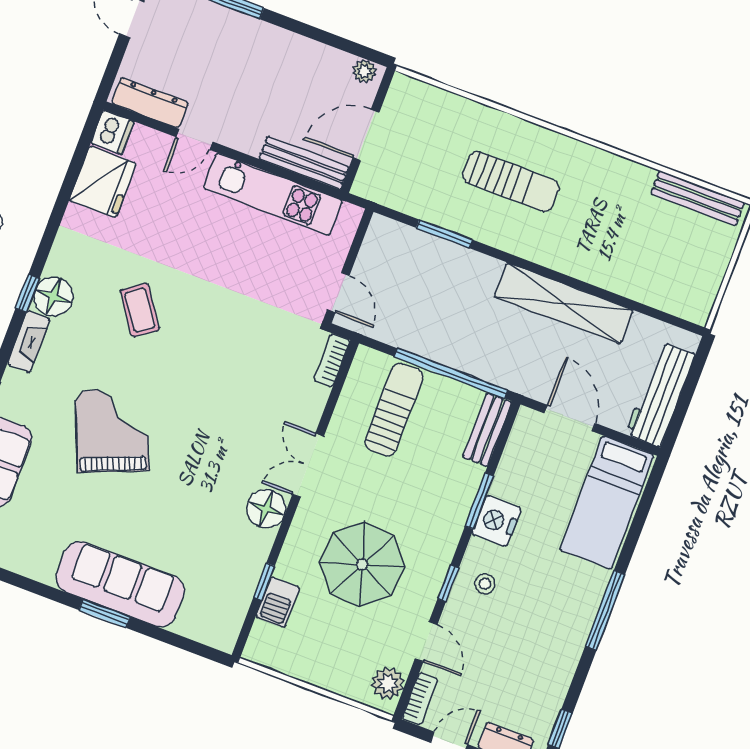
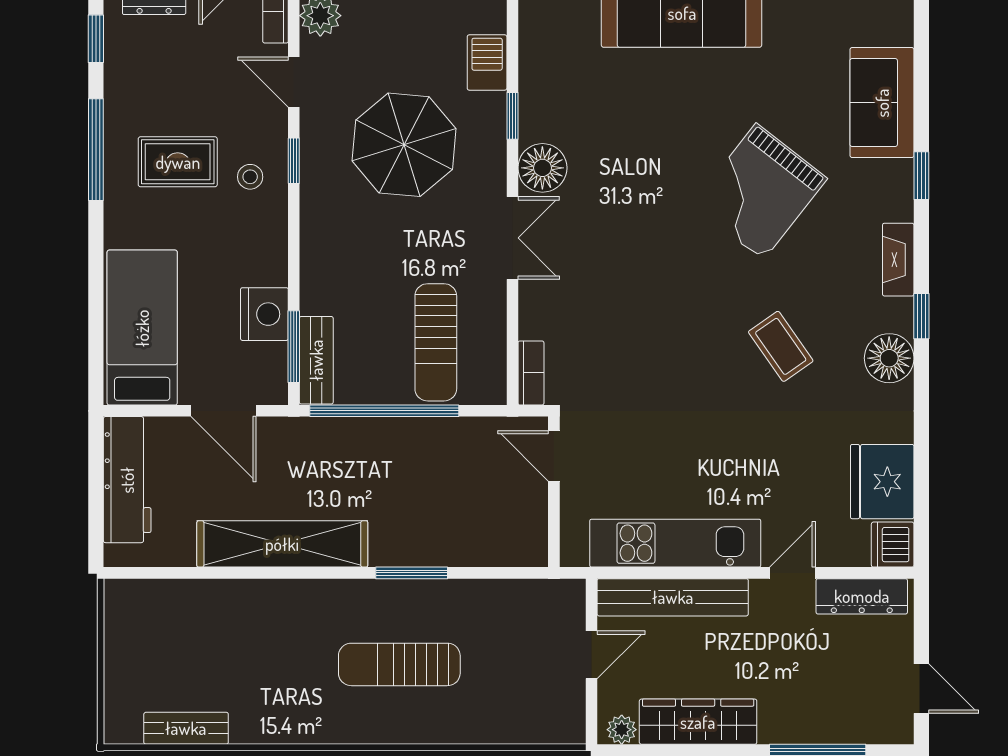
wardrobe: (306, 56) -> (698, 722), added
door: (366, 135) -> (592, 655), width x0.73
bench: (304, 163) -> (673, 597), width x1.37, depth x1.21
bench: (698, 198) -> (186, 728), width x0.73
window: (444, 234) -> (412, 573), moved
floor lamp: (53, 297) -> (889, 358), moved
grand piano: (112, 430) -> (760, 192), turned 60
window: (479, 501) -> (294, 347), moved
nightstand: (497, 521) -> (264, 314), moved
window: (264, 582) -> (512, 116), moved
window: (605, 610) -> (96, 150), moved
rug: (534, 615) -> (178, 162), added

